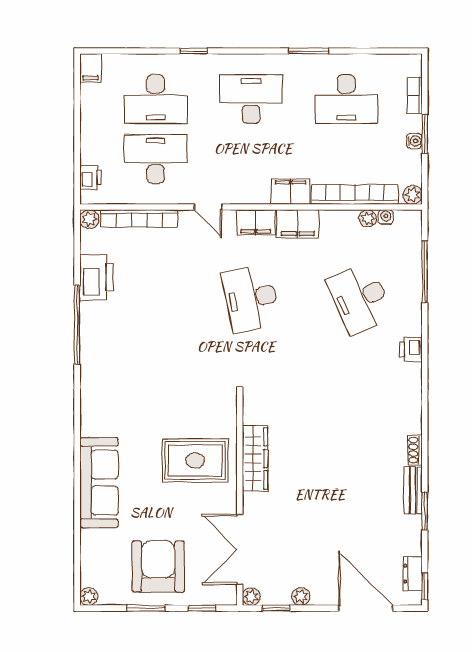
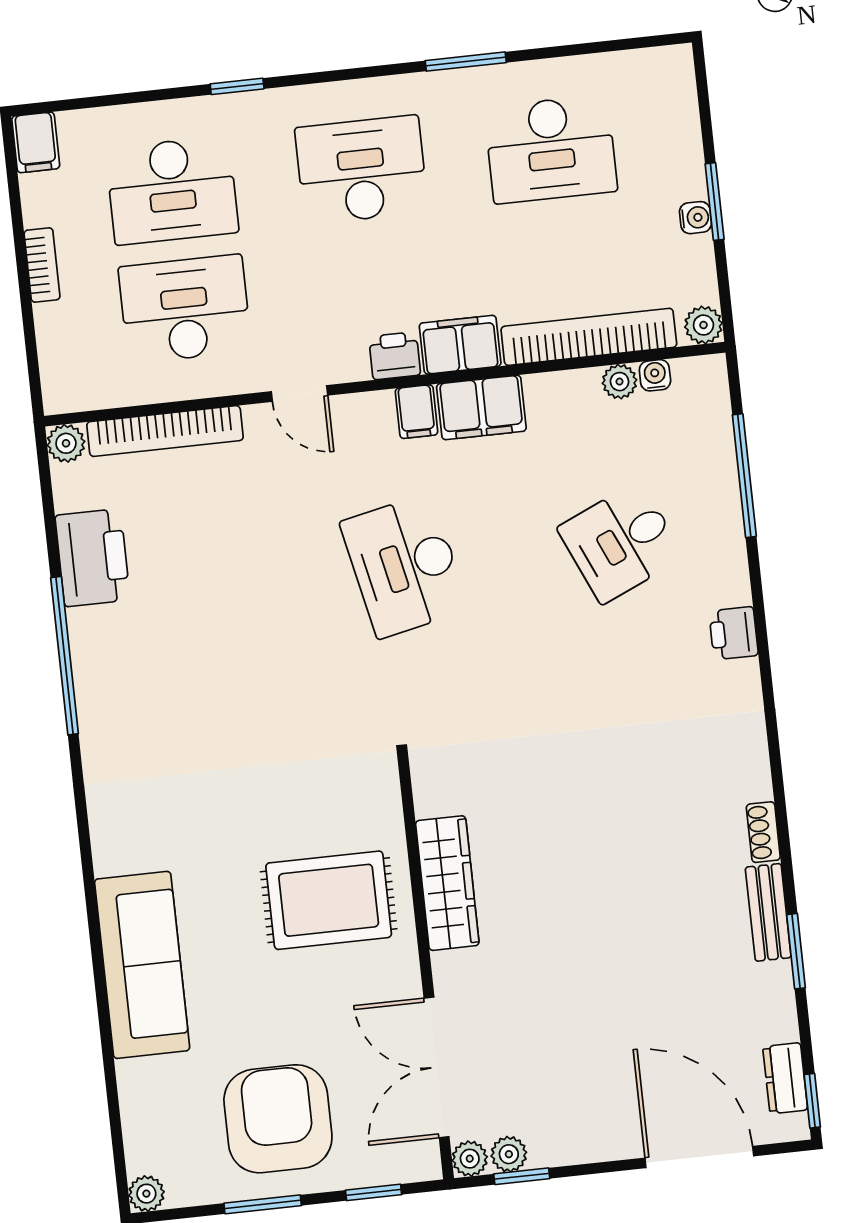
bookcase: (415, 96) -> (42, 265), moved, turned 180
printer: (91, 177) -> (395, 356), moved, turned -90
filing cabinet: (256, 222) -> (417, 412), width x0.50
desk: (360, 298) -> (621, 542), width x0.73
plant: (301, 596) -> (509, 1154), moved

